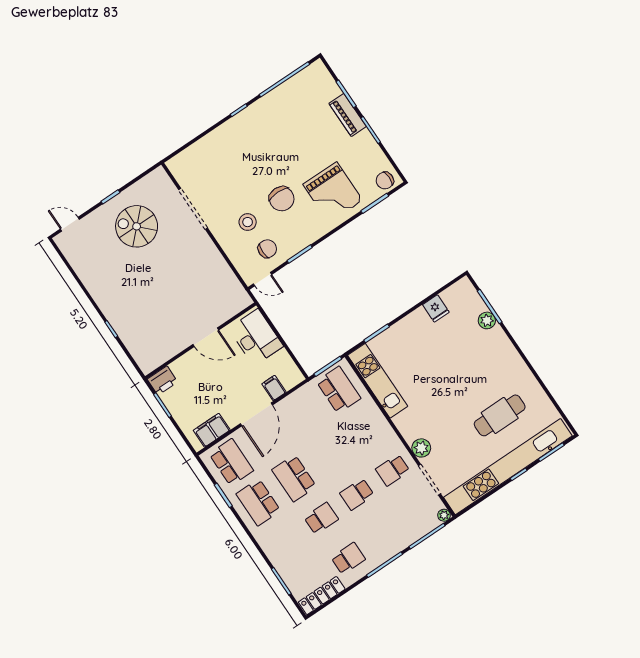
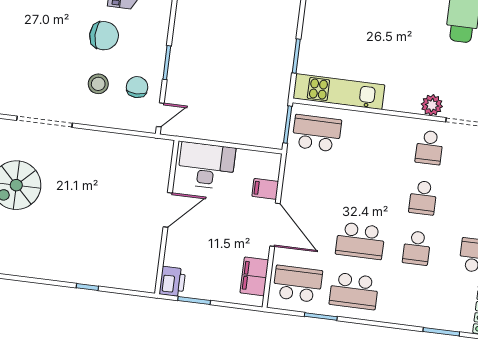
school desk: (321, 518) -> (417, 248), turned 180

